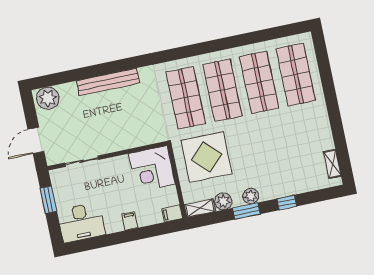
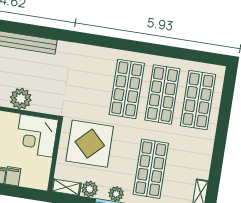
shop shelf: (186, 98) -> (151, 169), moved
plant: (123, 139) -> (21, 99), added
filing cabinet: (172, 214) -> (13, 176), moved, turned 90

